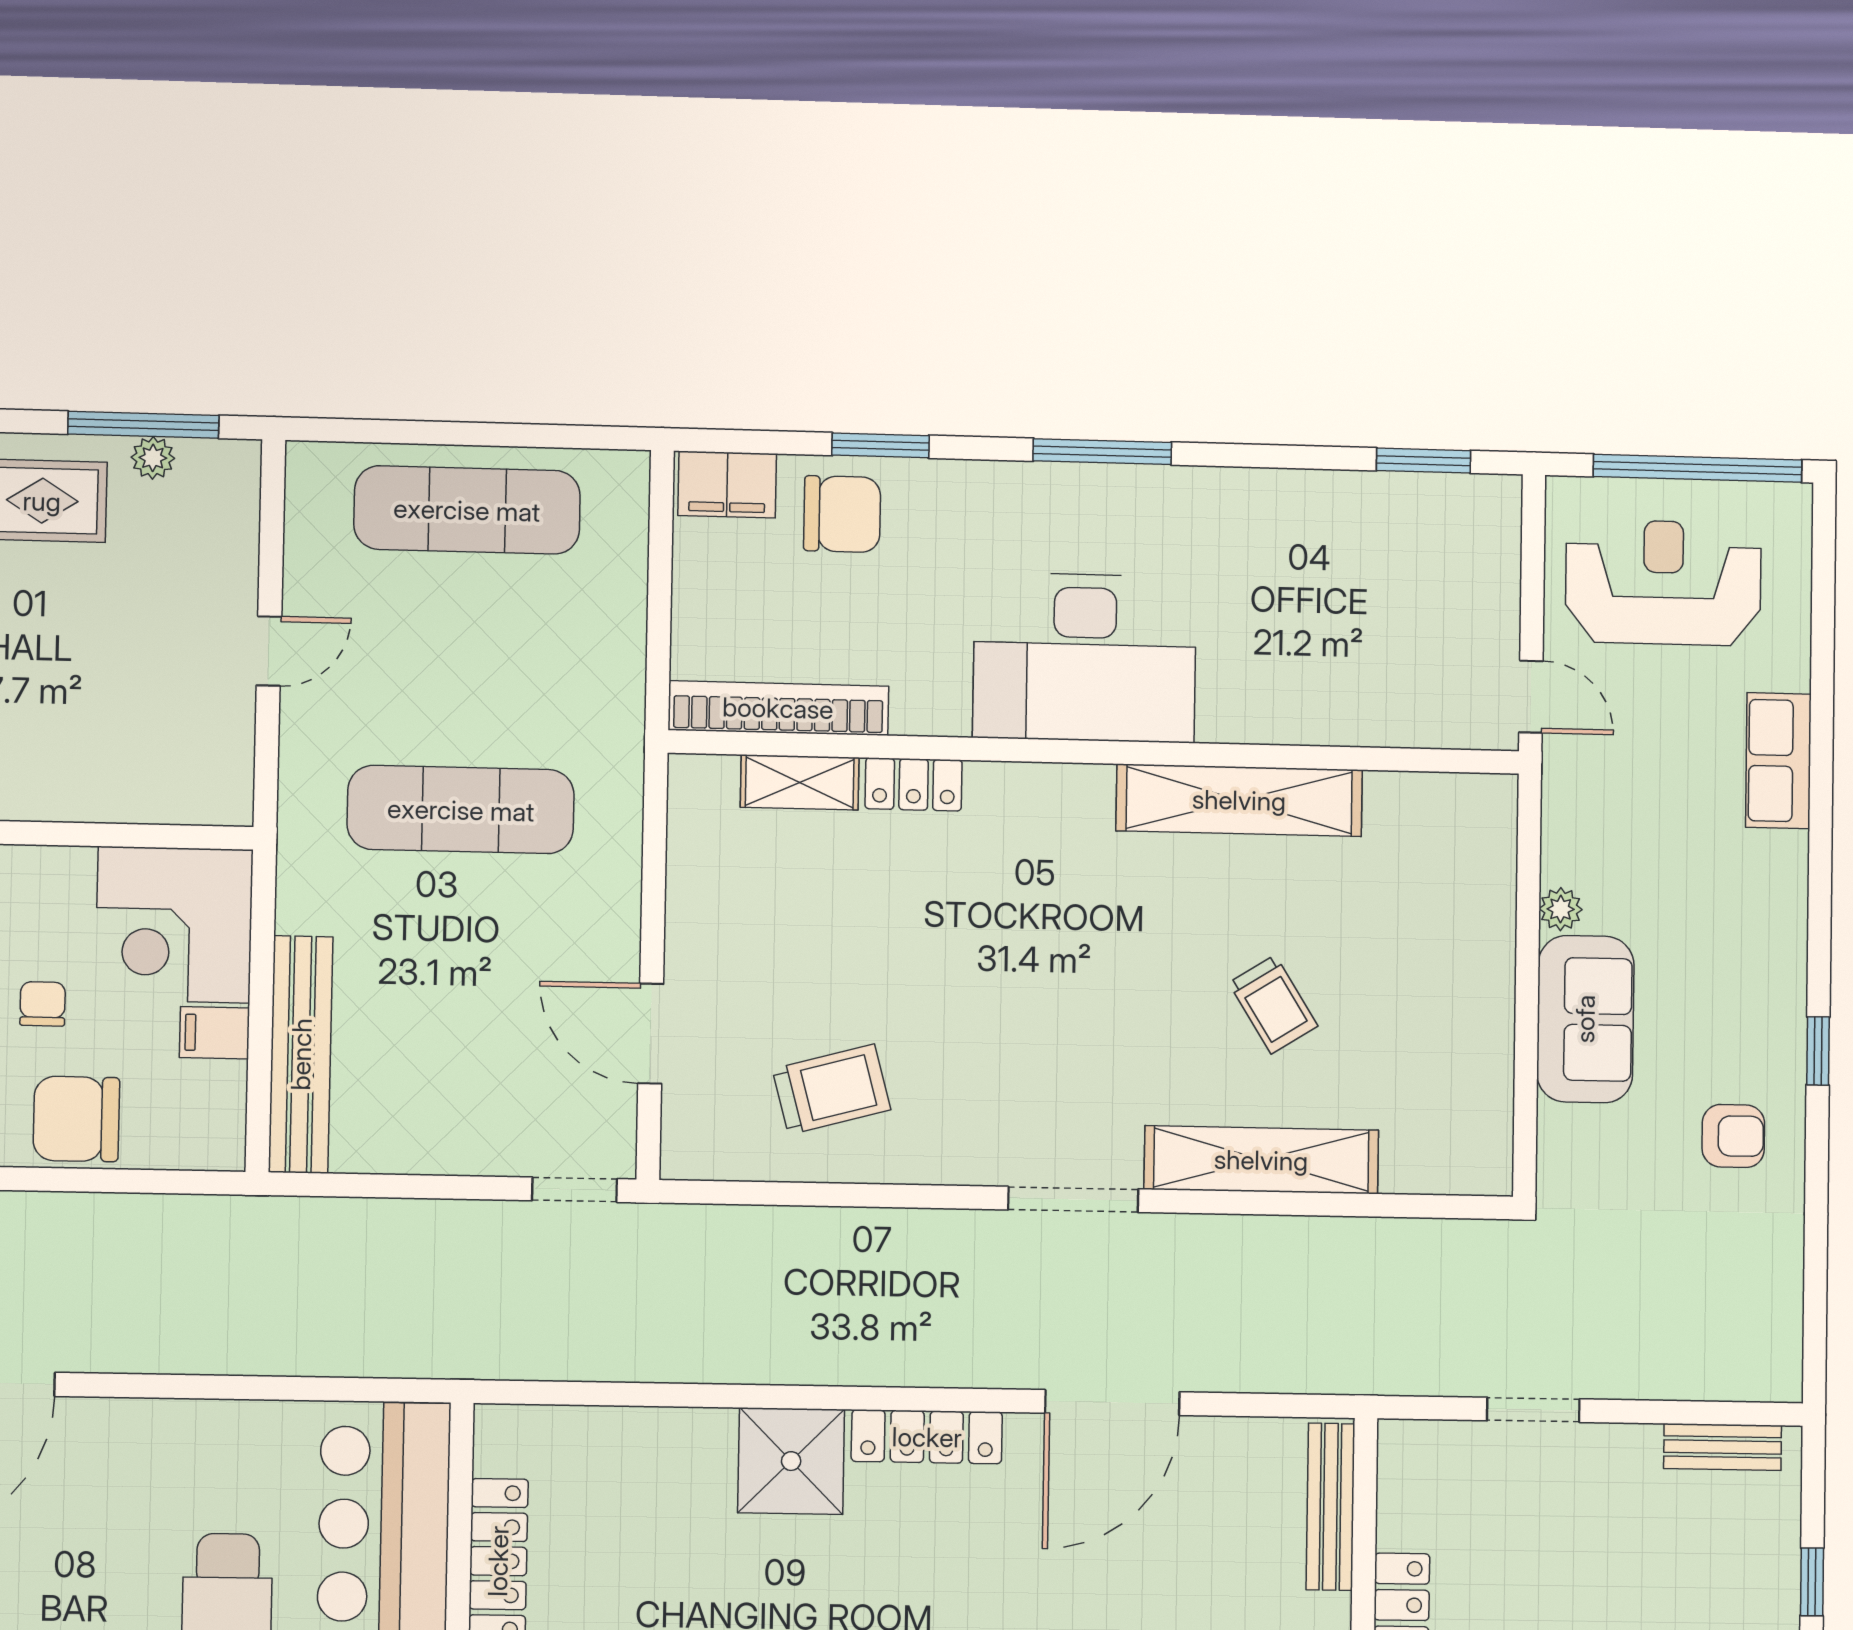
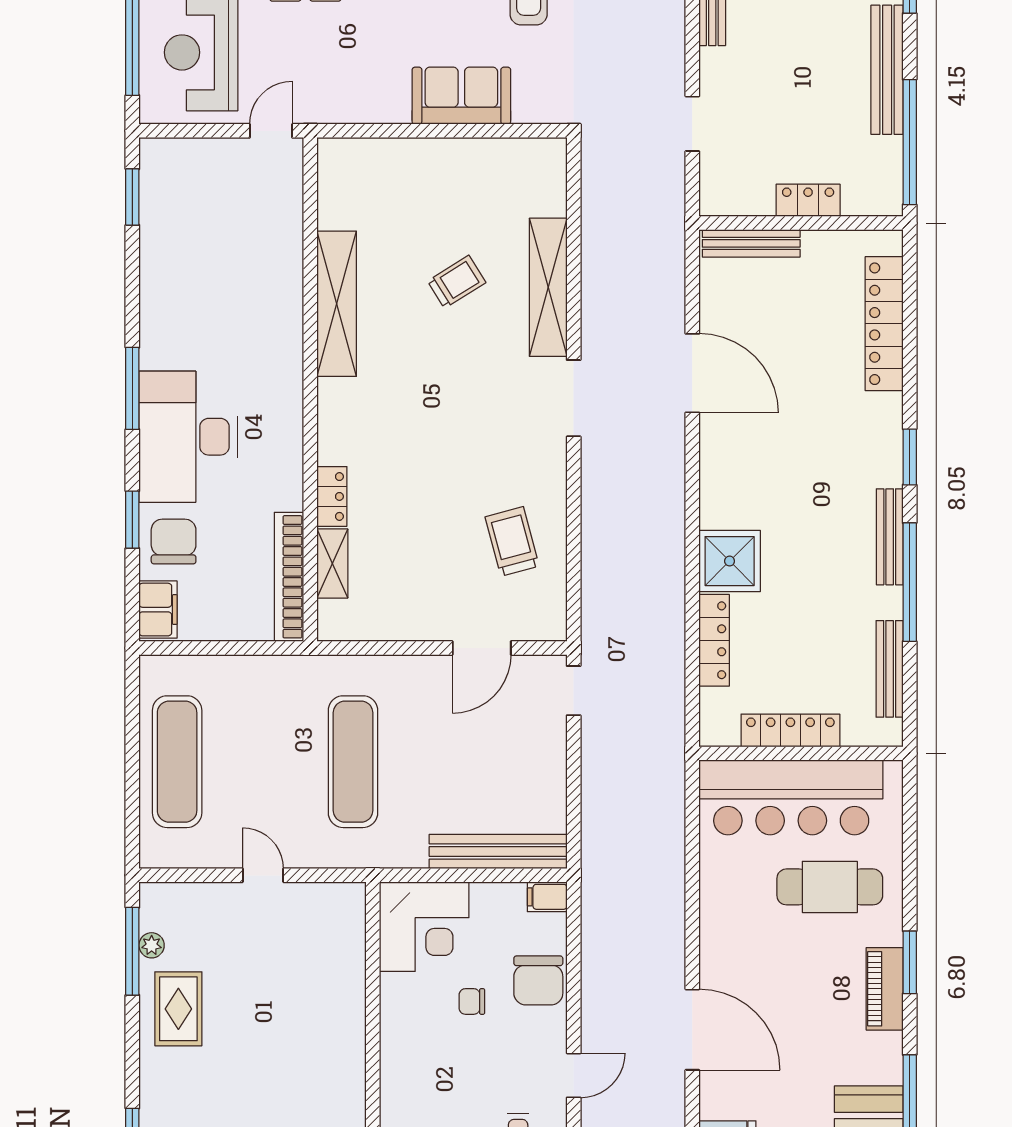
desk: (1085, 658) -> (188, 437), moved, turned 180
plant: (1561, 909) -> (397, 111), removed
filing cabinet: (214, 1033) -> (547, 897), moved, turned 90
locker: (927, 1437) -> (714, 640), moved

